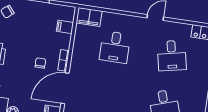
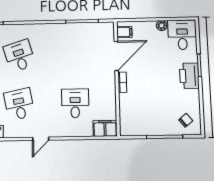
filing cabinet: (65, 27) -> (127, 115), removed
chair: (40, 63) -> (144, 76), removed

